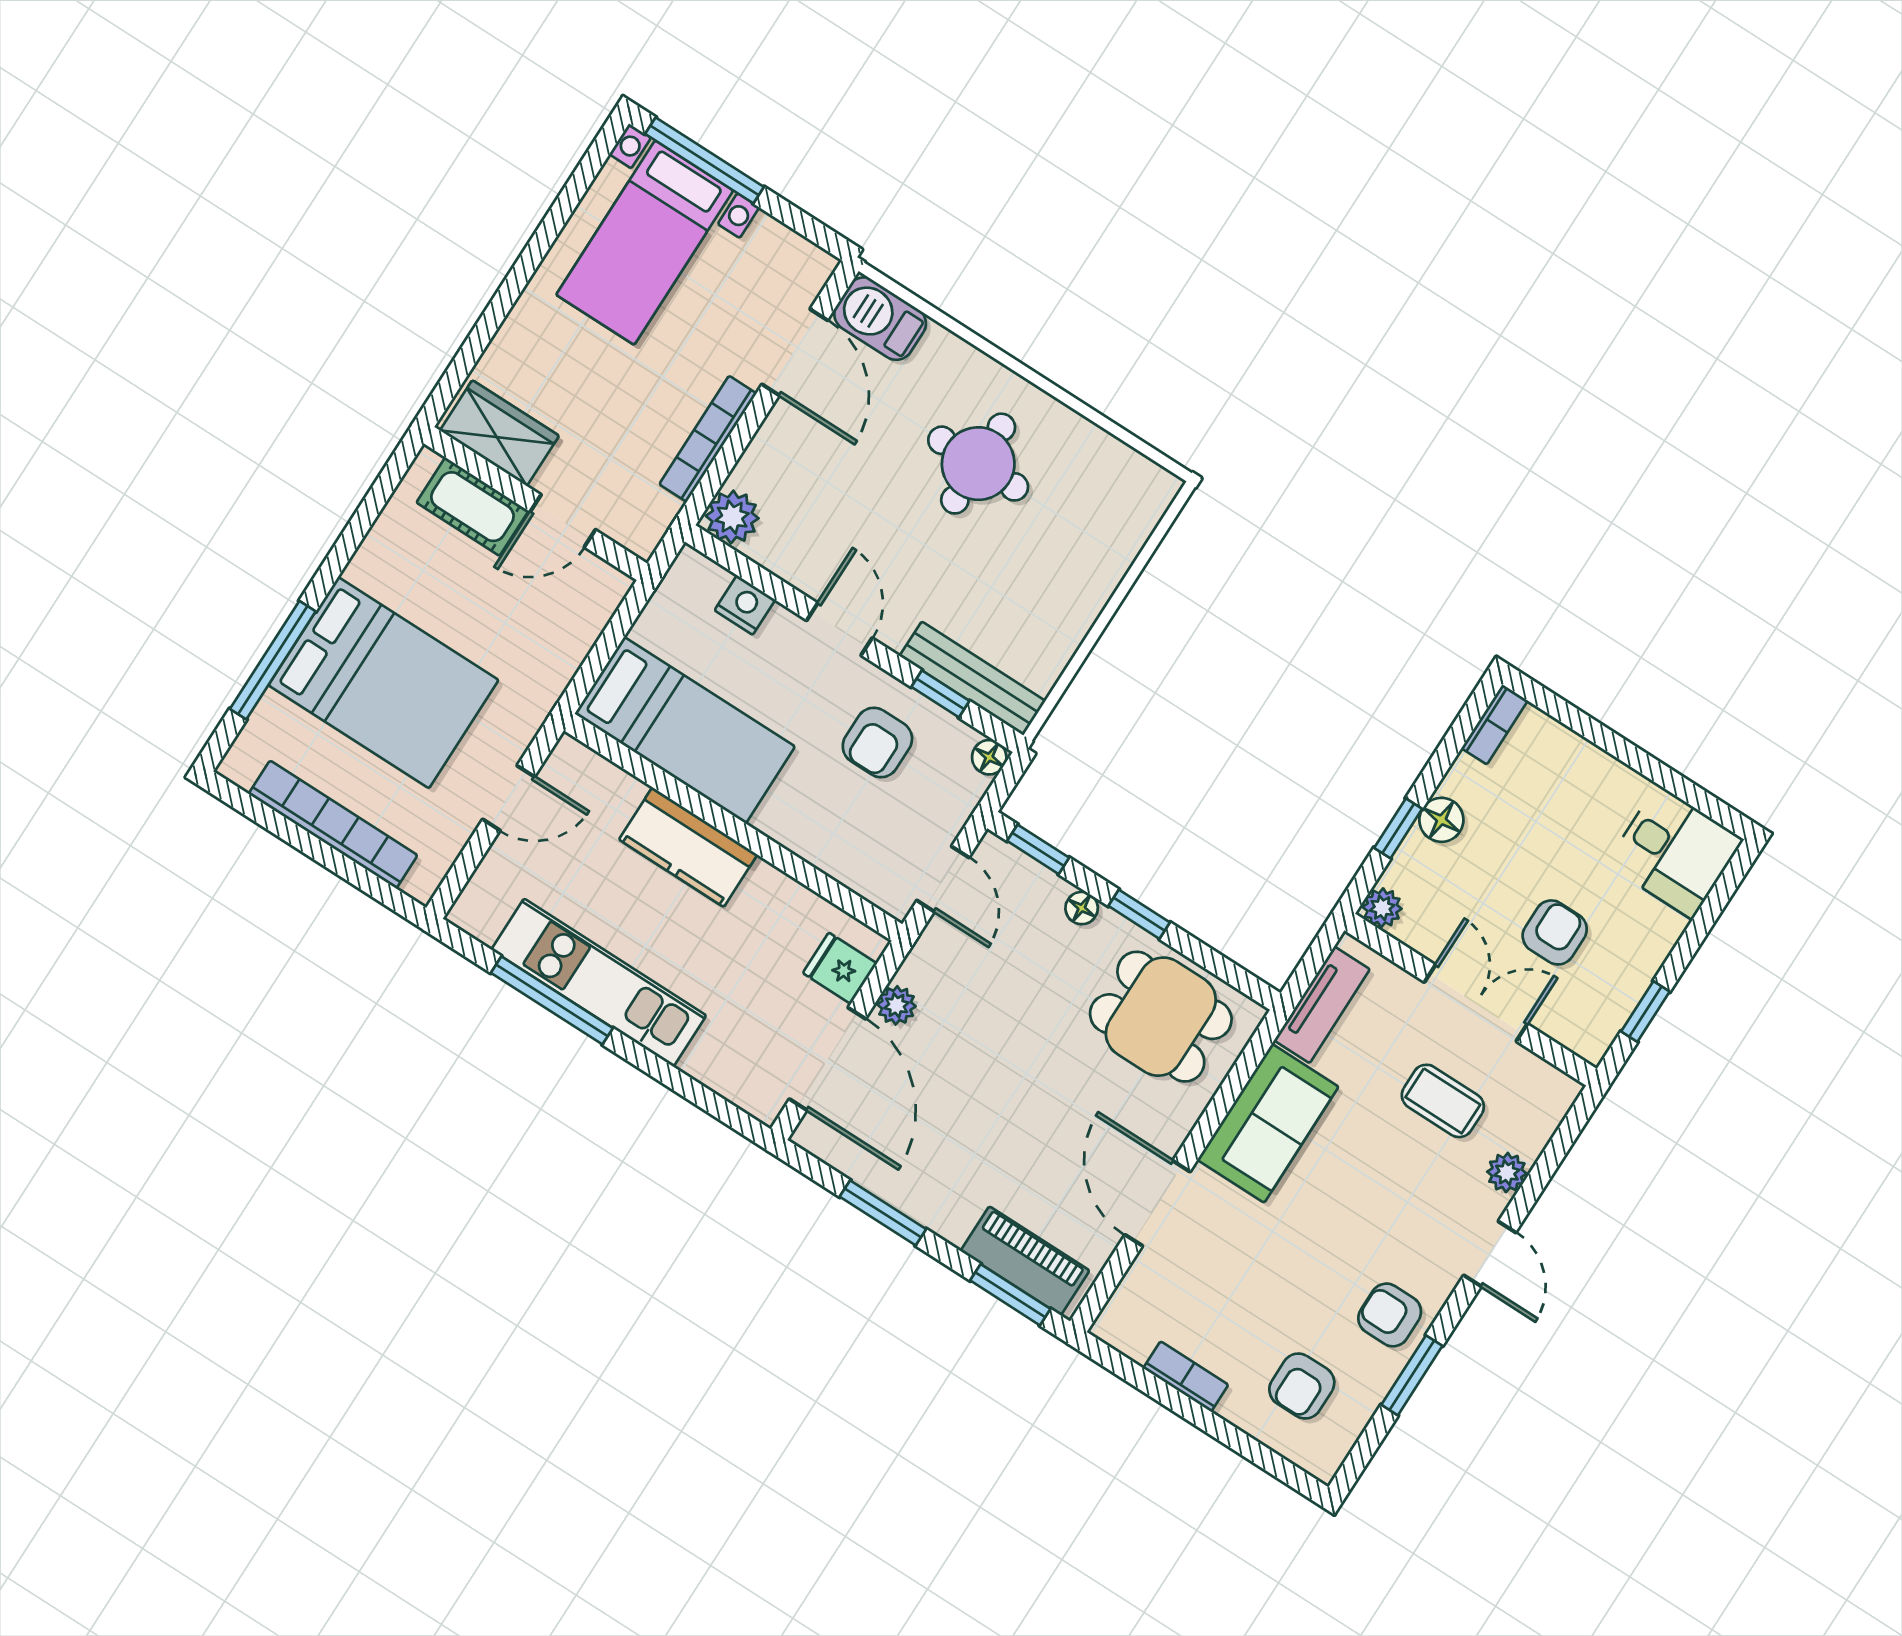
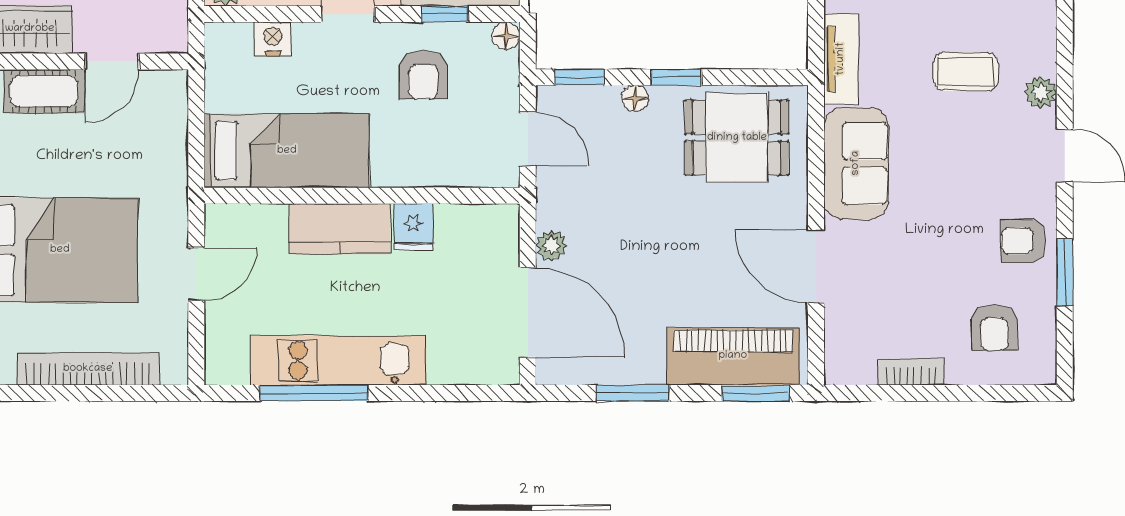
fridge: (840, 968) -> (413, 227), moved, turned -90
piano: (1025, 1261) -> (733, 356), width x1.37, depth x1.33

